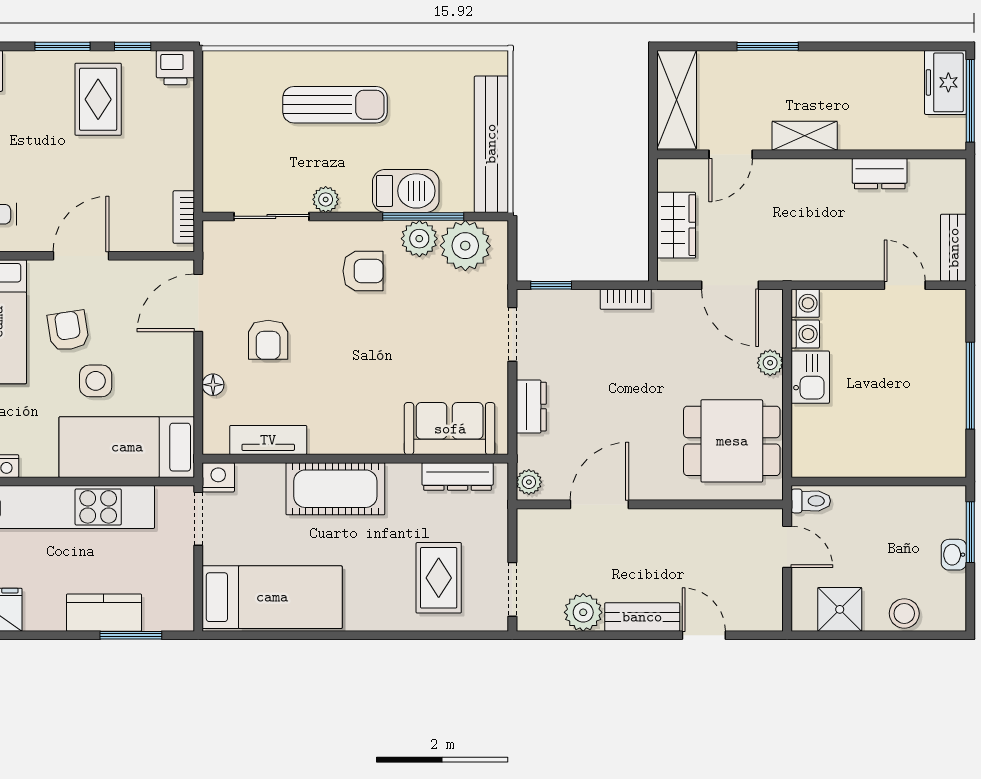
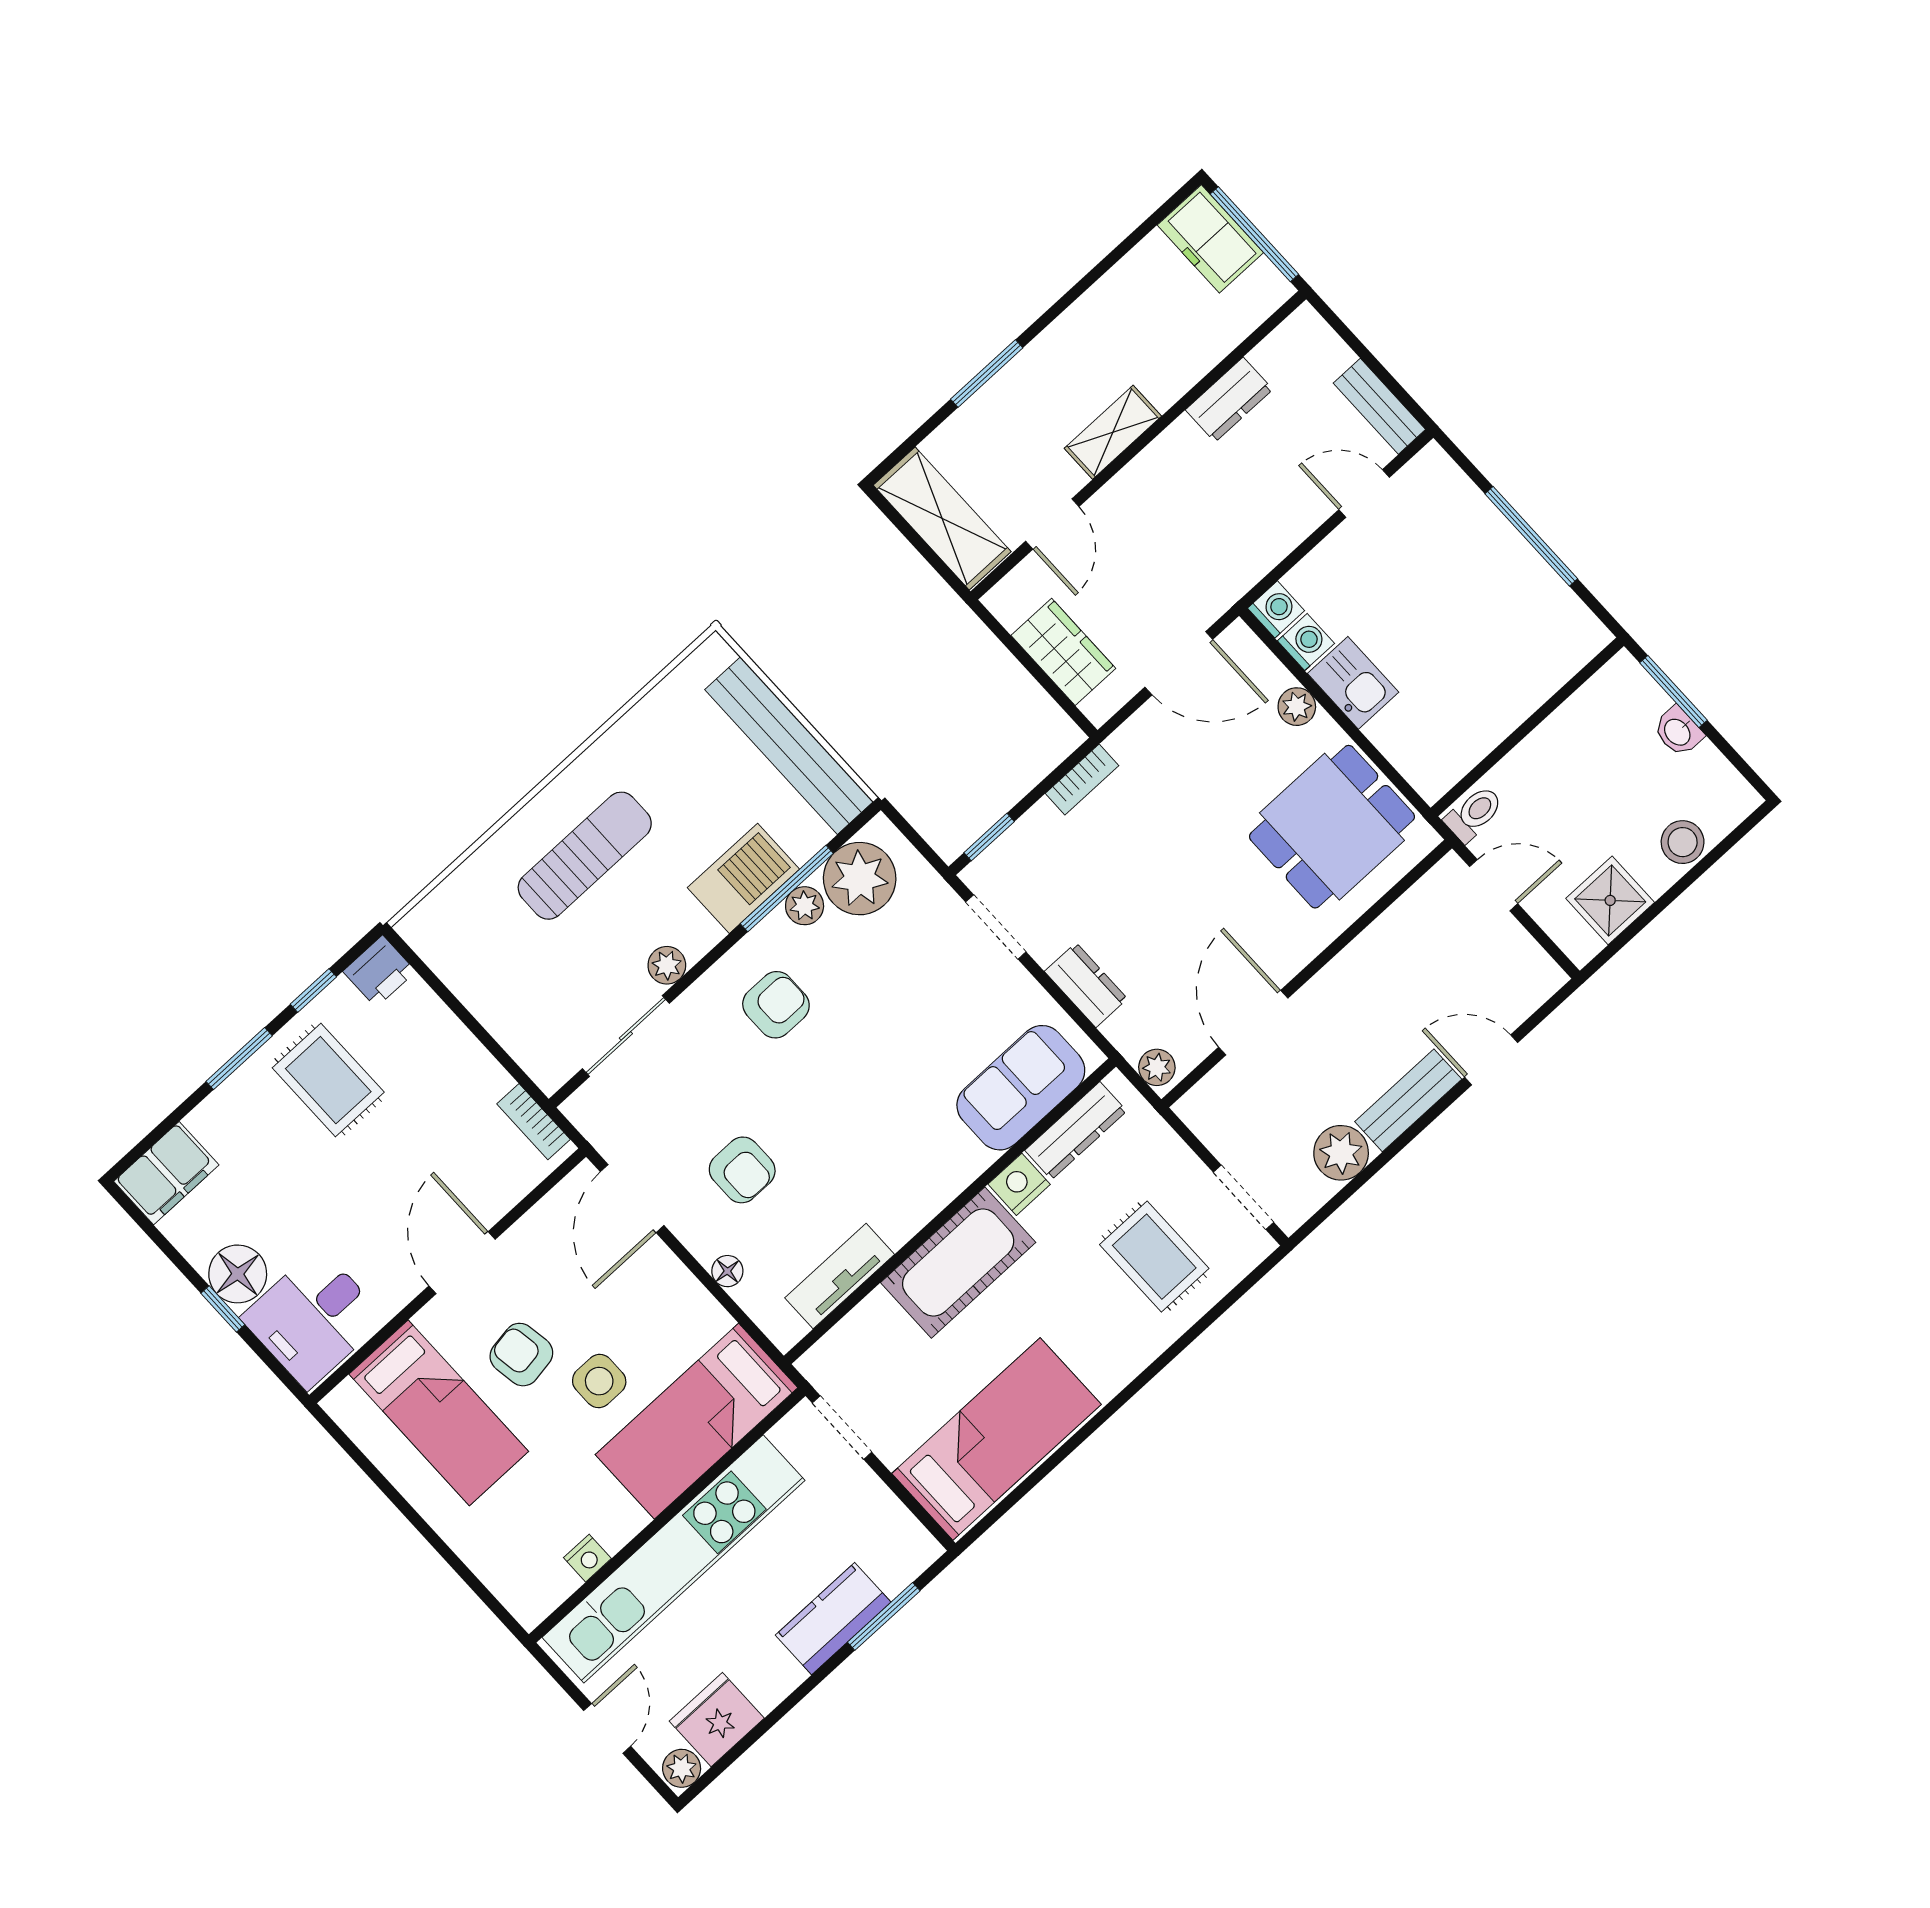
plant: (419, 239) -> (805, 906), width x0.73, depth x0.73
nightstand: (218, 477) -> (1019, 1184), moved

